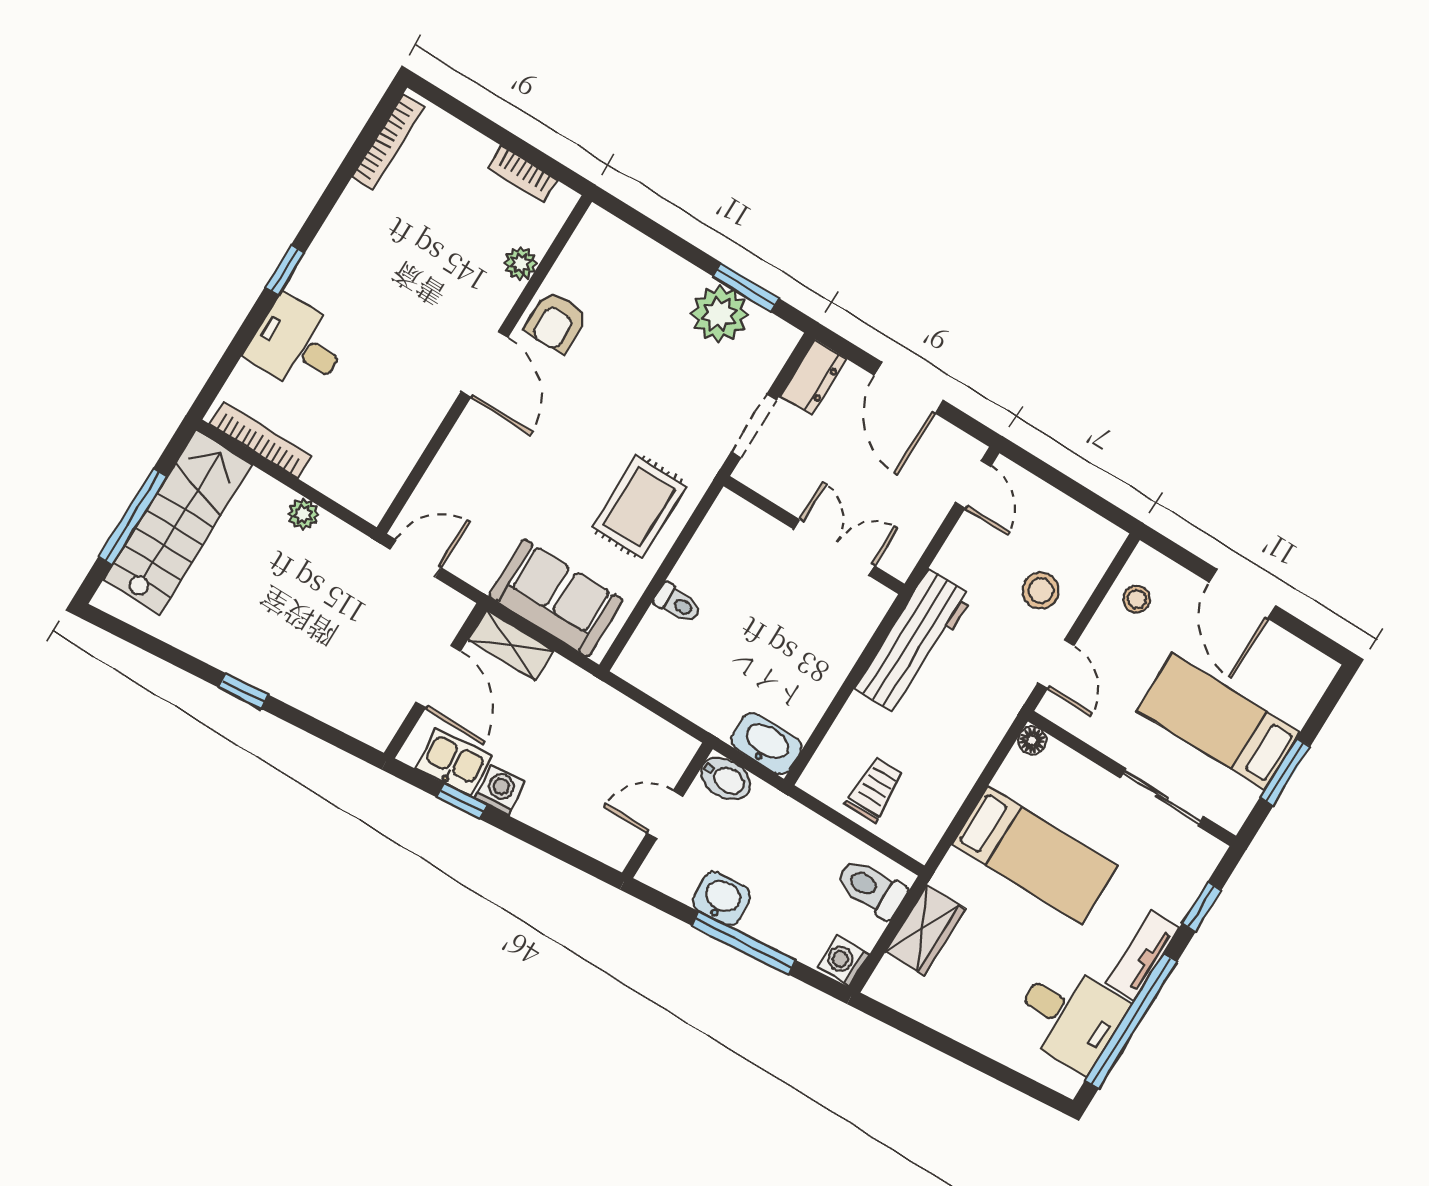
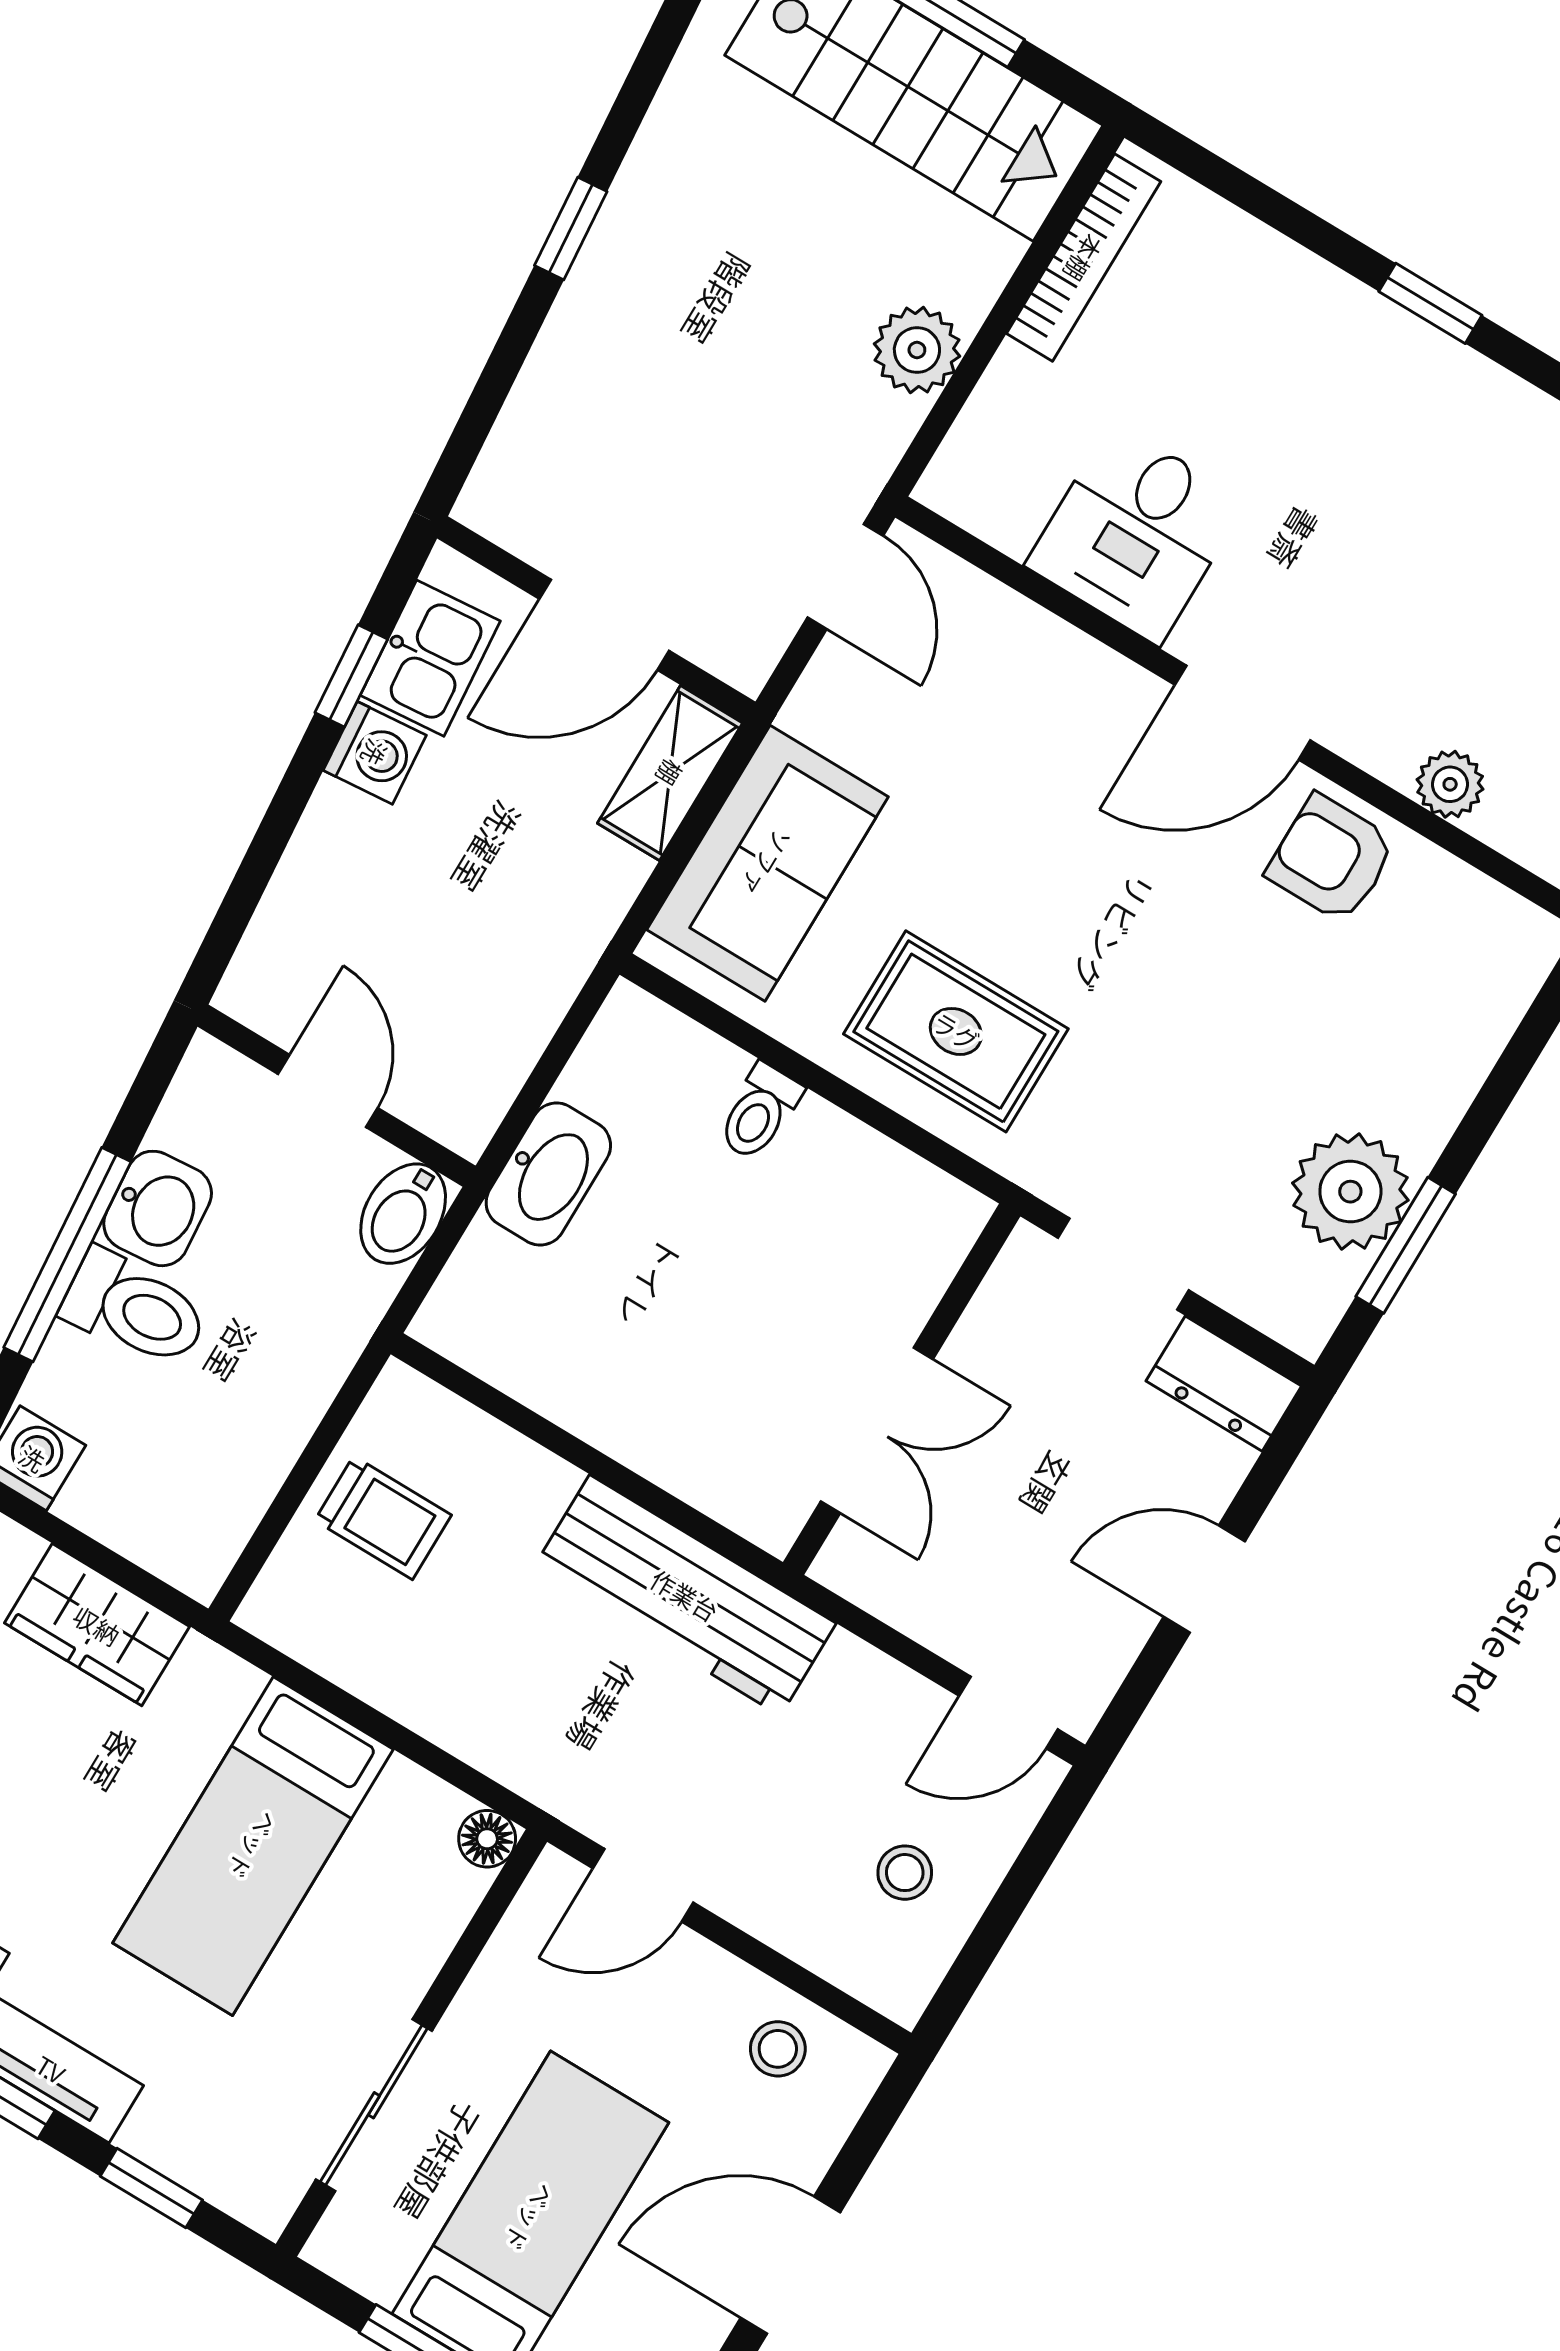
desk: (298, 345) -> (1136, 533), moved, turned 180
door: (909, 388) -> (1204, 1579), width x0.73
plant: (303, 514) -> (917, 350), width x1.38, depth x1.38
stool: (1041, 591) -> (905, 1873), moved, width x0.73, depth x0.73
washbasin: (766, 744) -> (548, 1174), moved
toilet: (871, 888) -> (135, 1309), moved, turned 85

